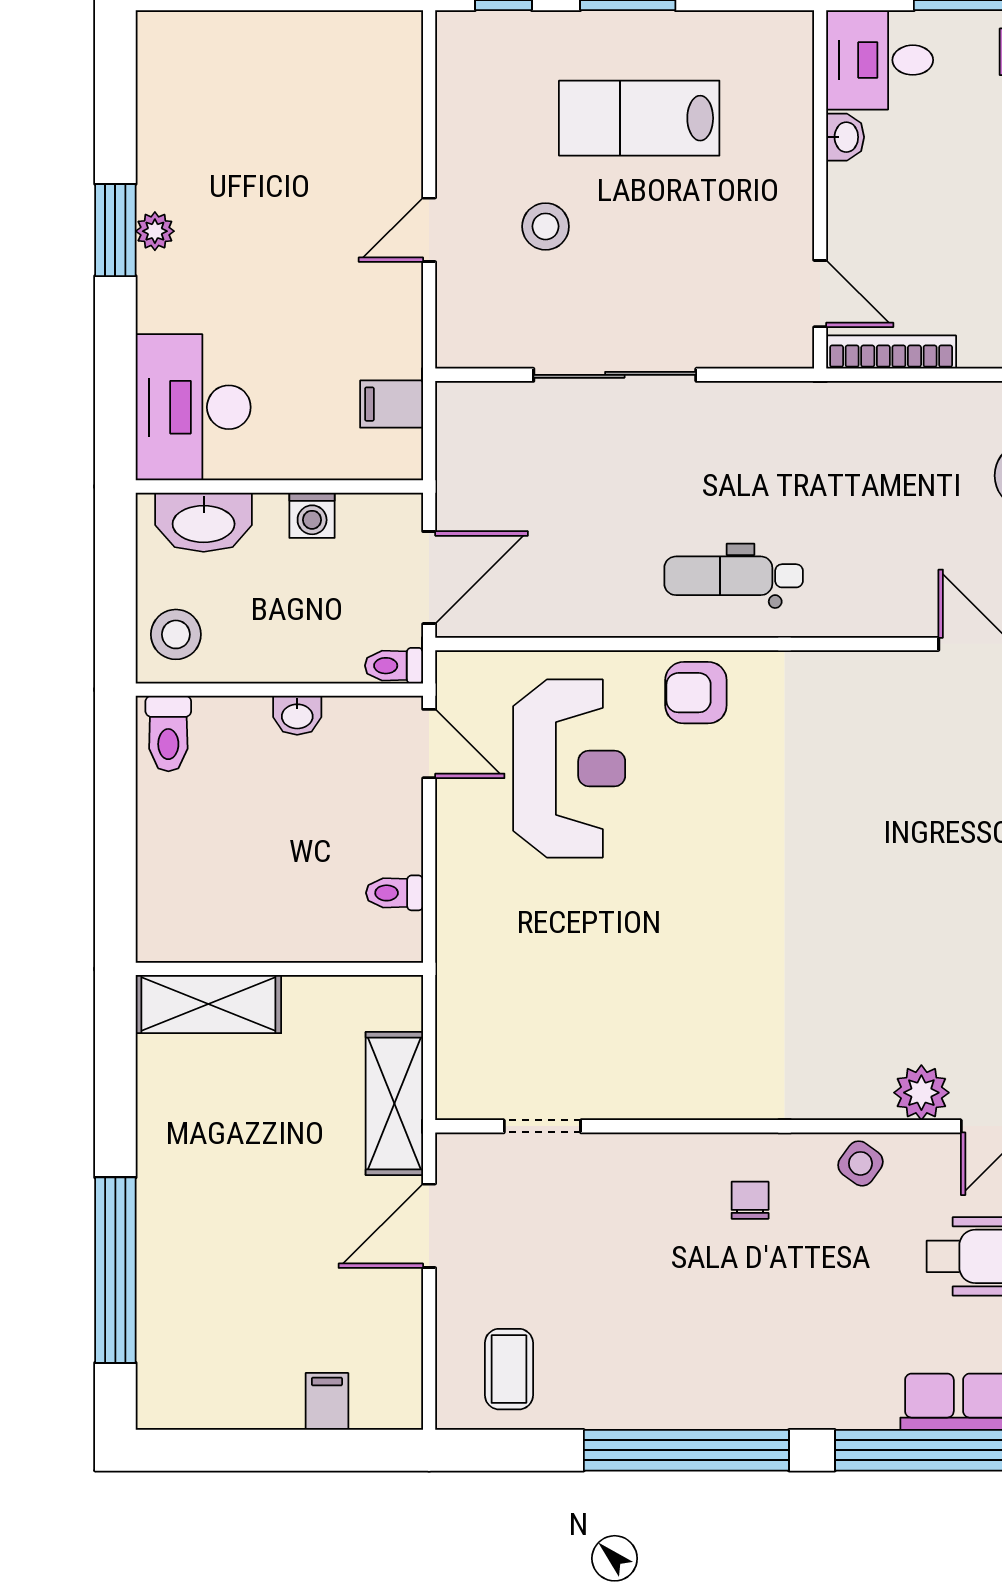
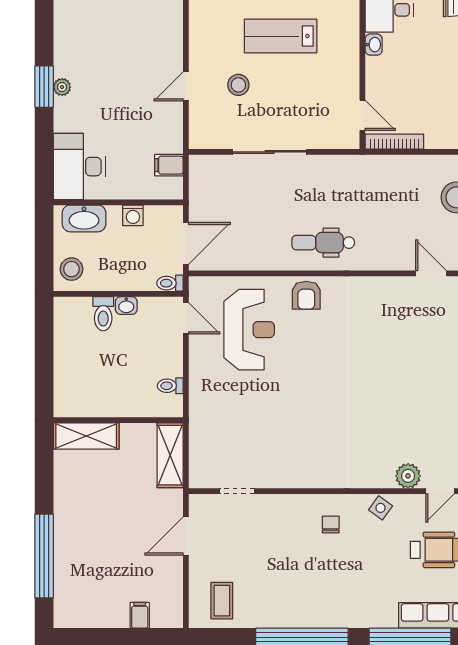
armchair: (696, 693) -> (306, 295), turned -90
toilet: (168, 734) -> (103, 314), moved
shelving: (394, 1103) -> (170, 455), moved

